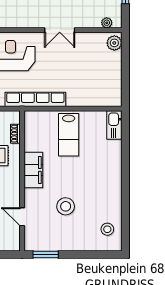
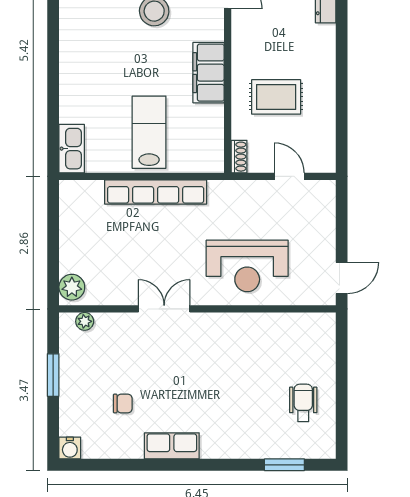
row of seats: (35, 99) -> (156, 192), moved
shoe rack: (15, 134) -> (239, 157), moved

